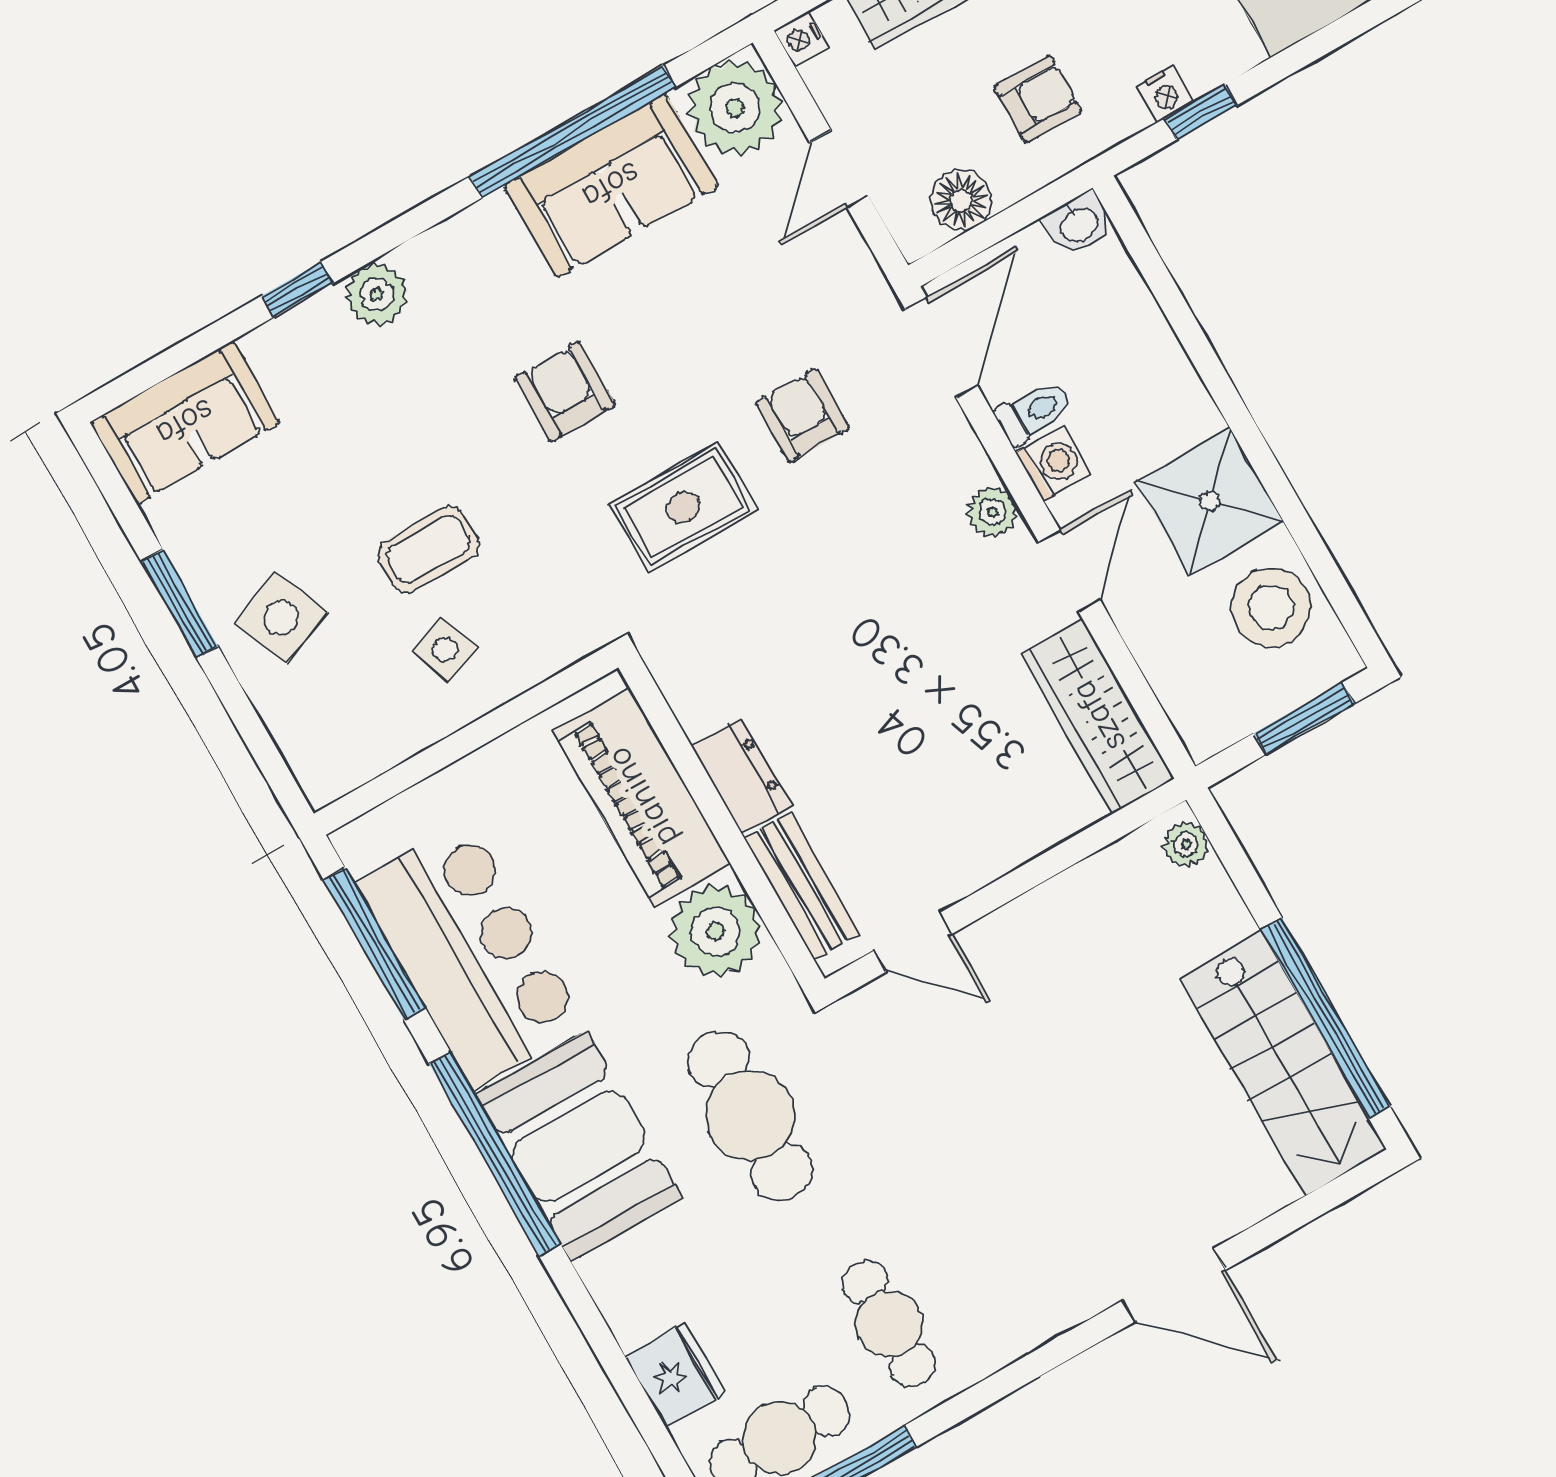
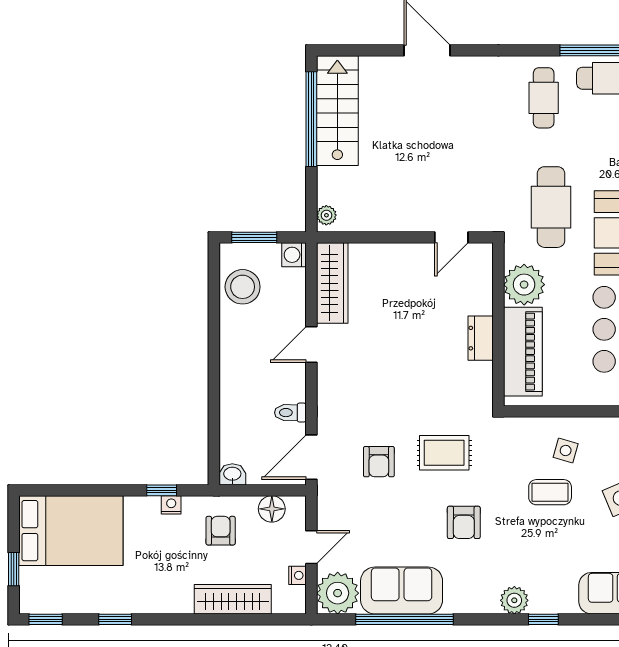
nightstand: (801, 39) -> (297, 575), moved
armchair: (1038, 99) -> (221, 531), turned 90
washing machine: (1053, 464) -> (294, 255), moved
shower: (1210, 501) -> (243, 340), removed
plant: (992, 512) -> (328, 384), removed
side table: (445, 649) -> (566, 451), turned 36
bench: (802, 886) -> (481, 283), removed
door: (913, 942) -> (451, 237), swing flipped

